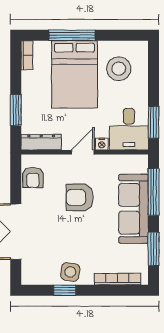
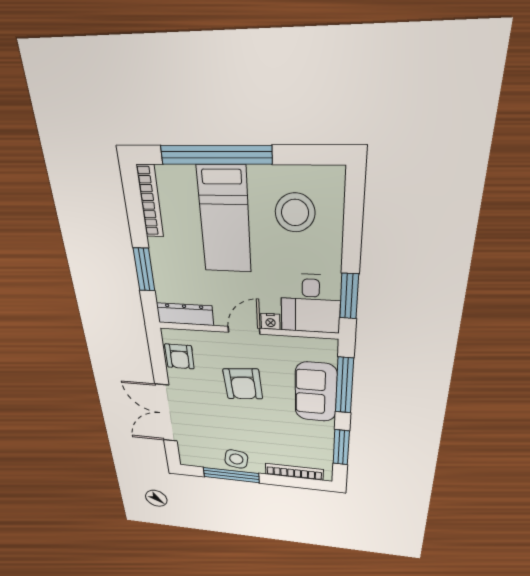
window: (72, 35) -> (216, 155), width x1.46
bookcase: (27, 55) -> (150, 201), width x1.56
bed: (75, 74) -> (225, 220), width x0.67
armchair: (80, 197) -> (243, 384), turned -95
sofa: (133, 209) -> (316, 392), width x0.73
window: (65, 290) -> (231, 475), width x2.17

